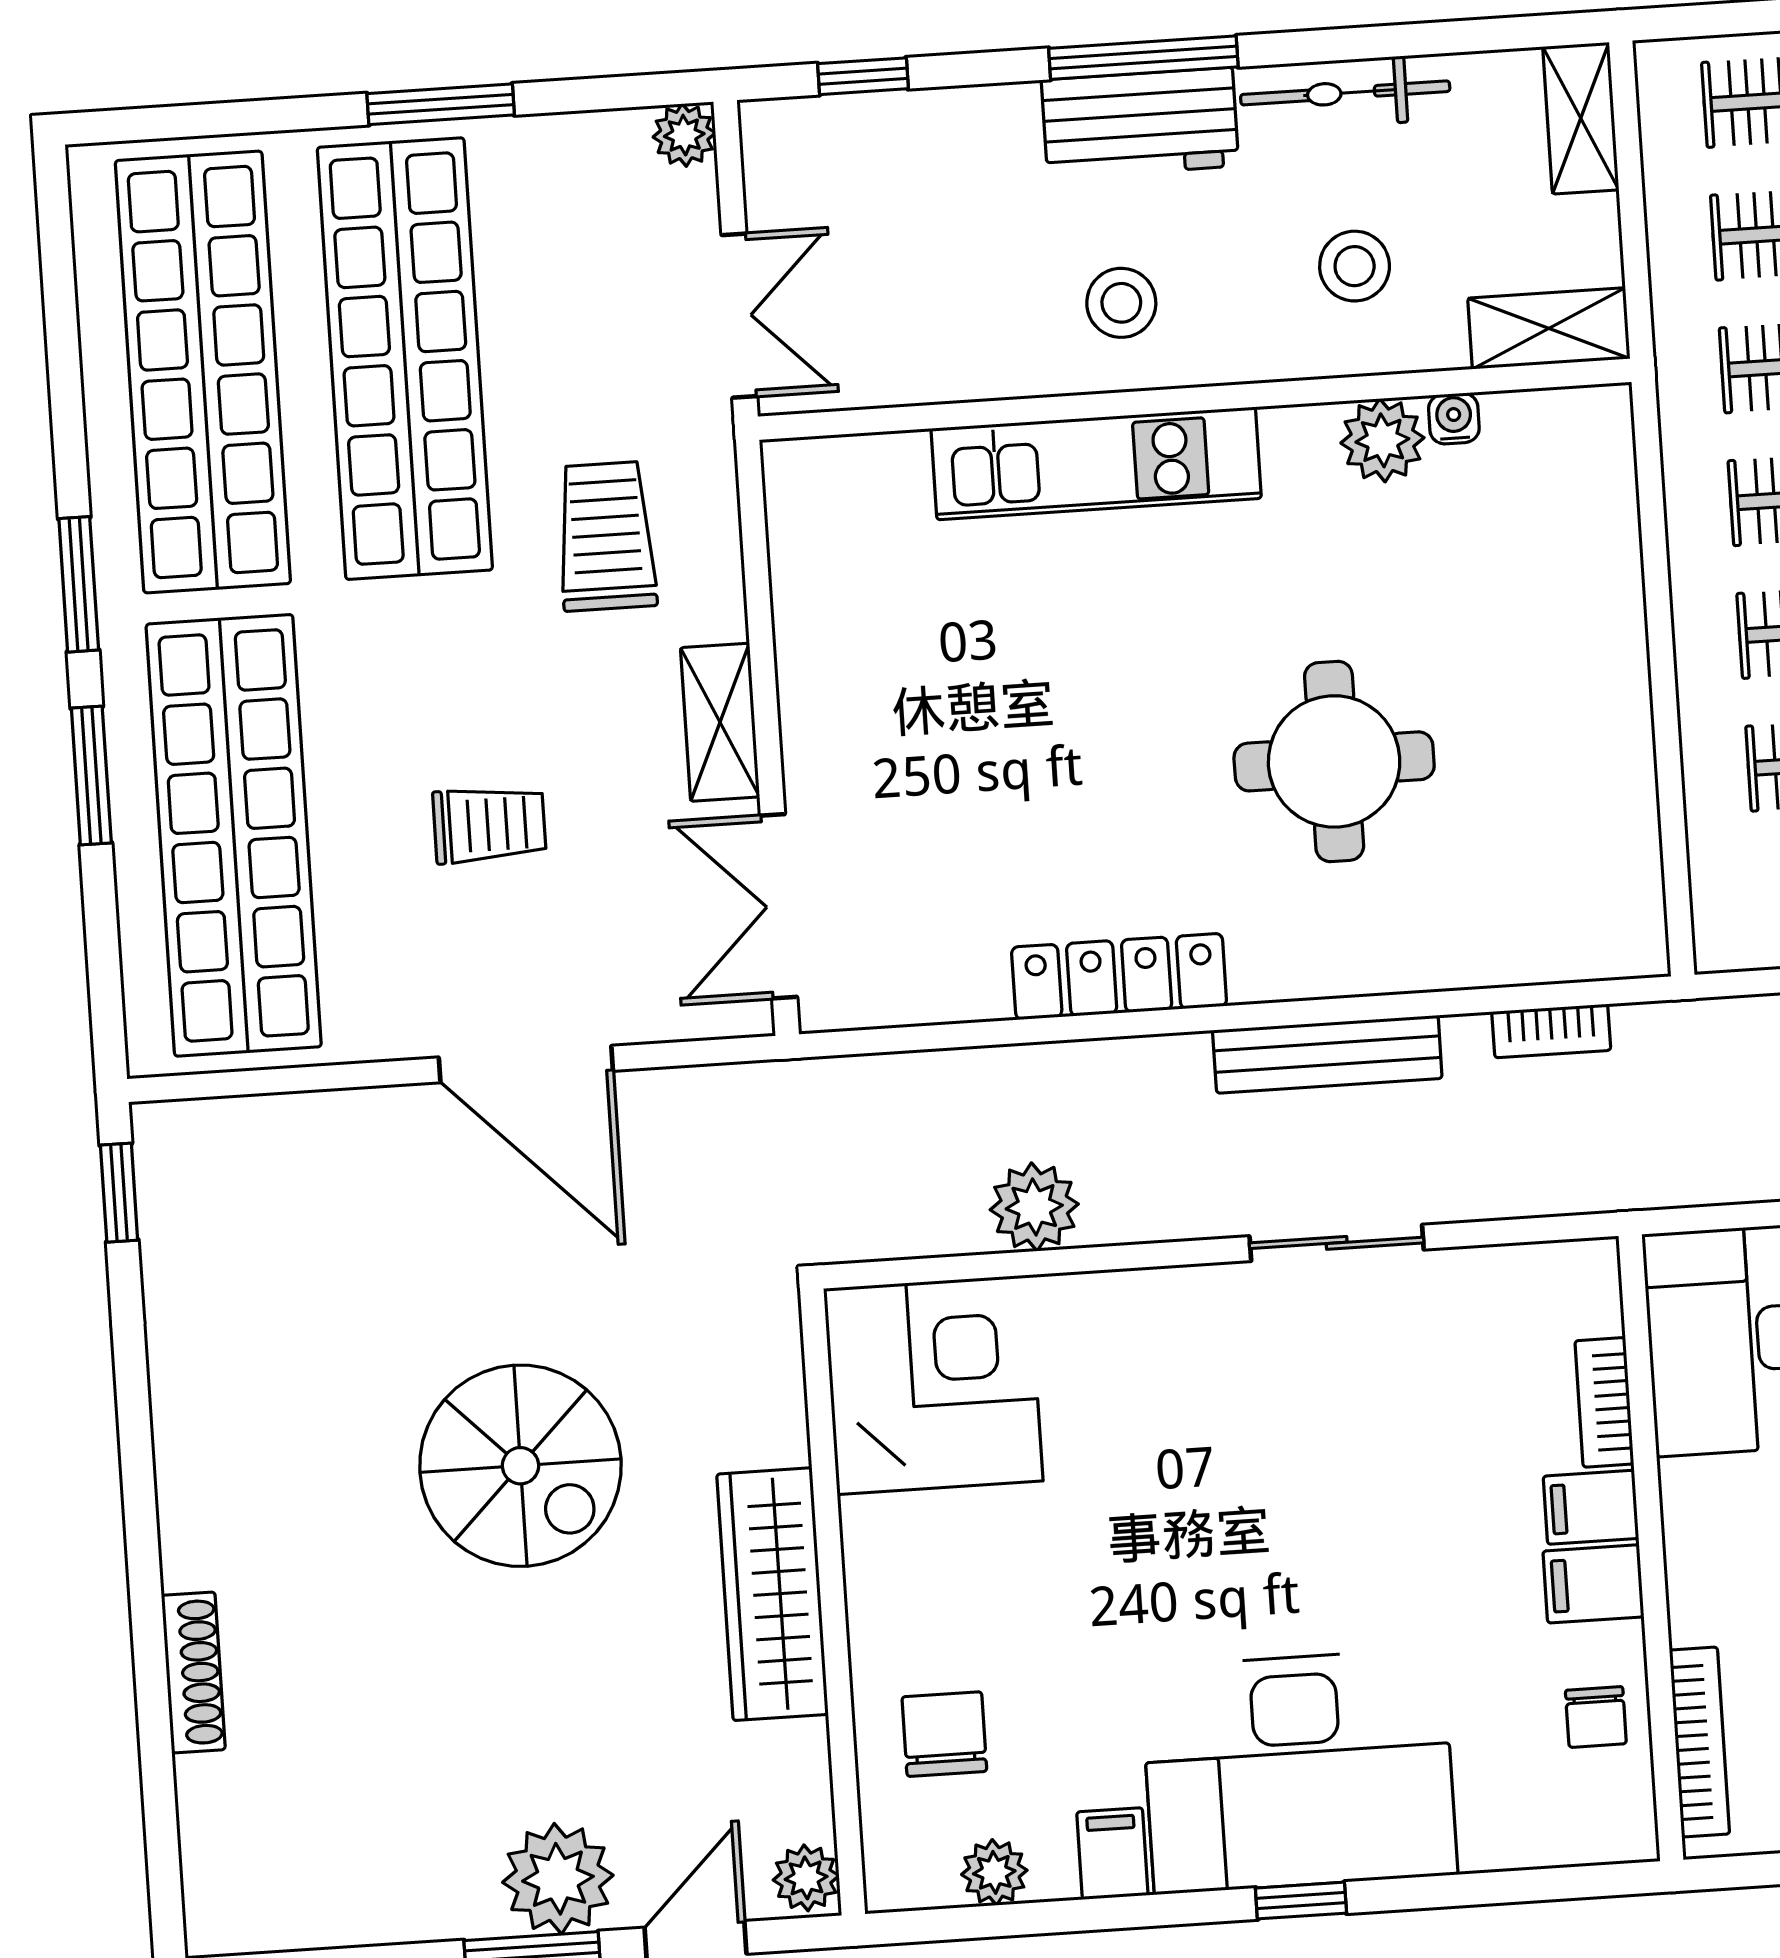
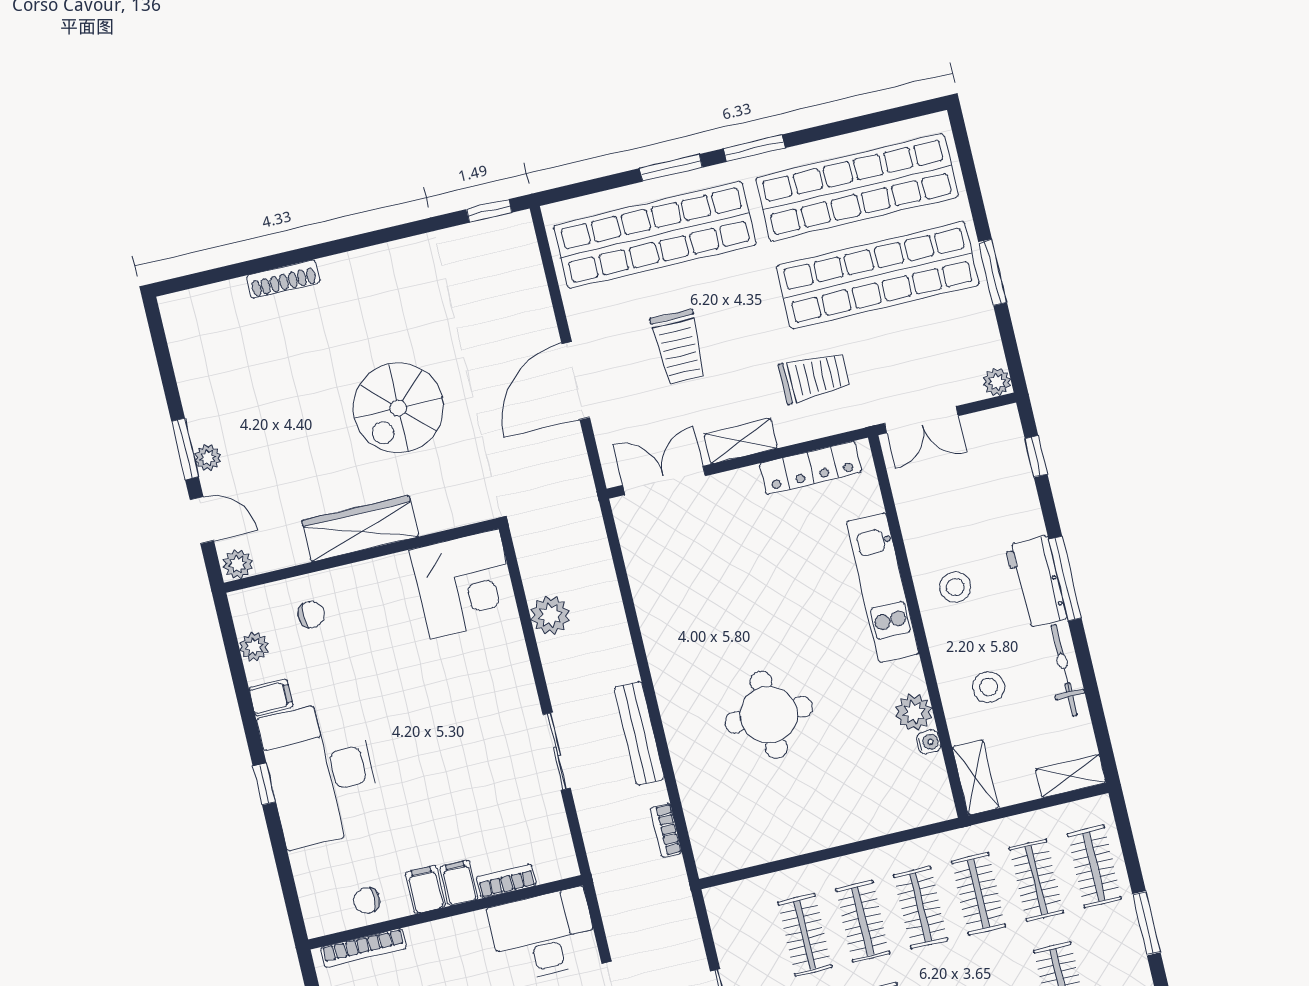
trolley: (489, 825) -> (679, 347), width x1.36, depth x1.39
locker: (1119, 977) -> (810, 468), moved, turned 90
chair: (944, 1734) -> (311, 615), width x0.73, depth x0.73
plant: (558, 1879) -> (208, 458), width x0.53, depth x0.53

